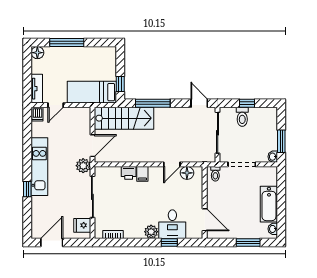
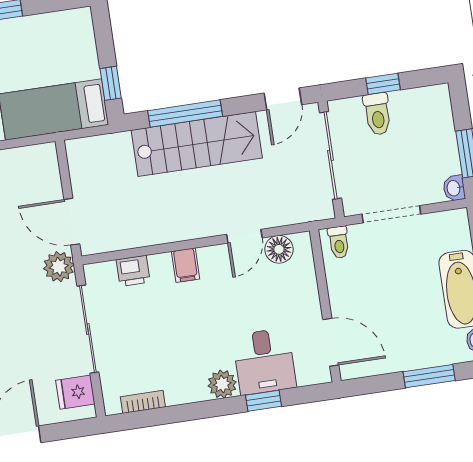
door: (199, 103) -> (283, 99), swing flipped
stairs: (124, 118) -> (197, 144), moved
door: (92, 146) -> (72, 222), swing flipped
printer: (129, 173) -> (133, 271), moved

